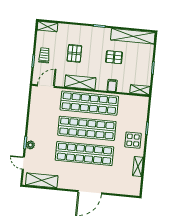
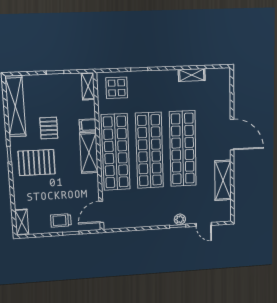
pallet: (74, 53) -> (37, 163), moved, width x1.50, depth x1.42
shelving: (80, 82) -> (89, 153), moved
door: (46, 86) -> (101, 212), hinge flipped
display table: (133, 140) -> (117, 88), moved
door: (23, 163) -> (204, 224), hinge flipped
shelving: (42, 180) -> (223, 180), moved

